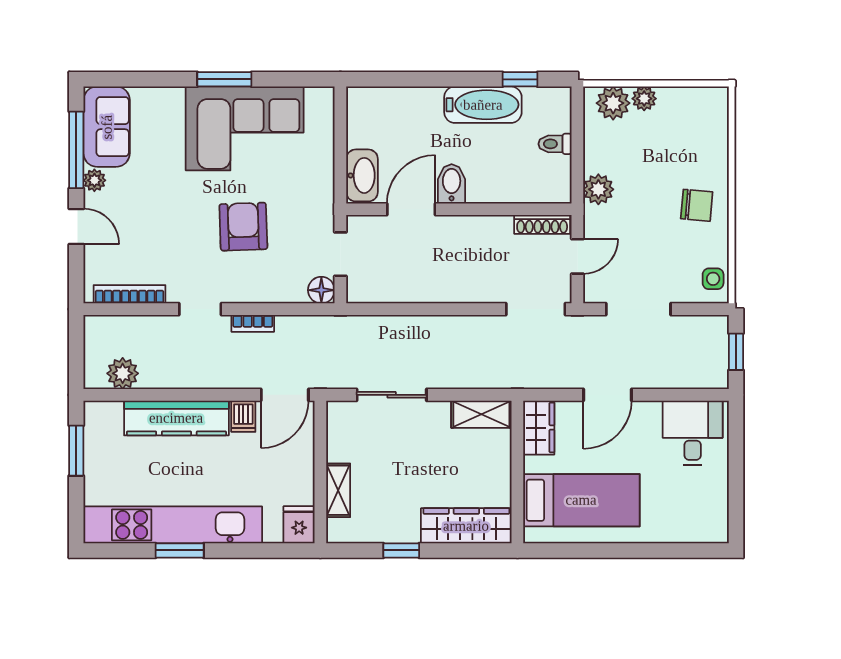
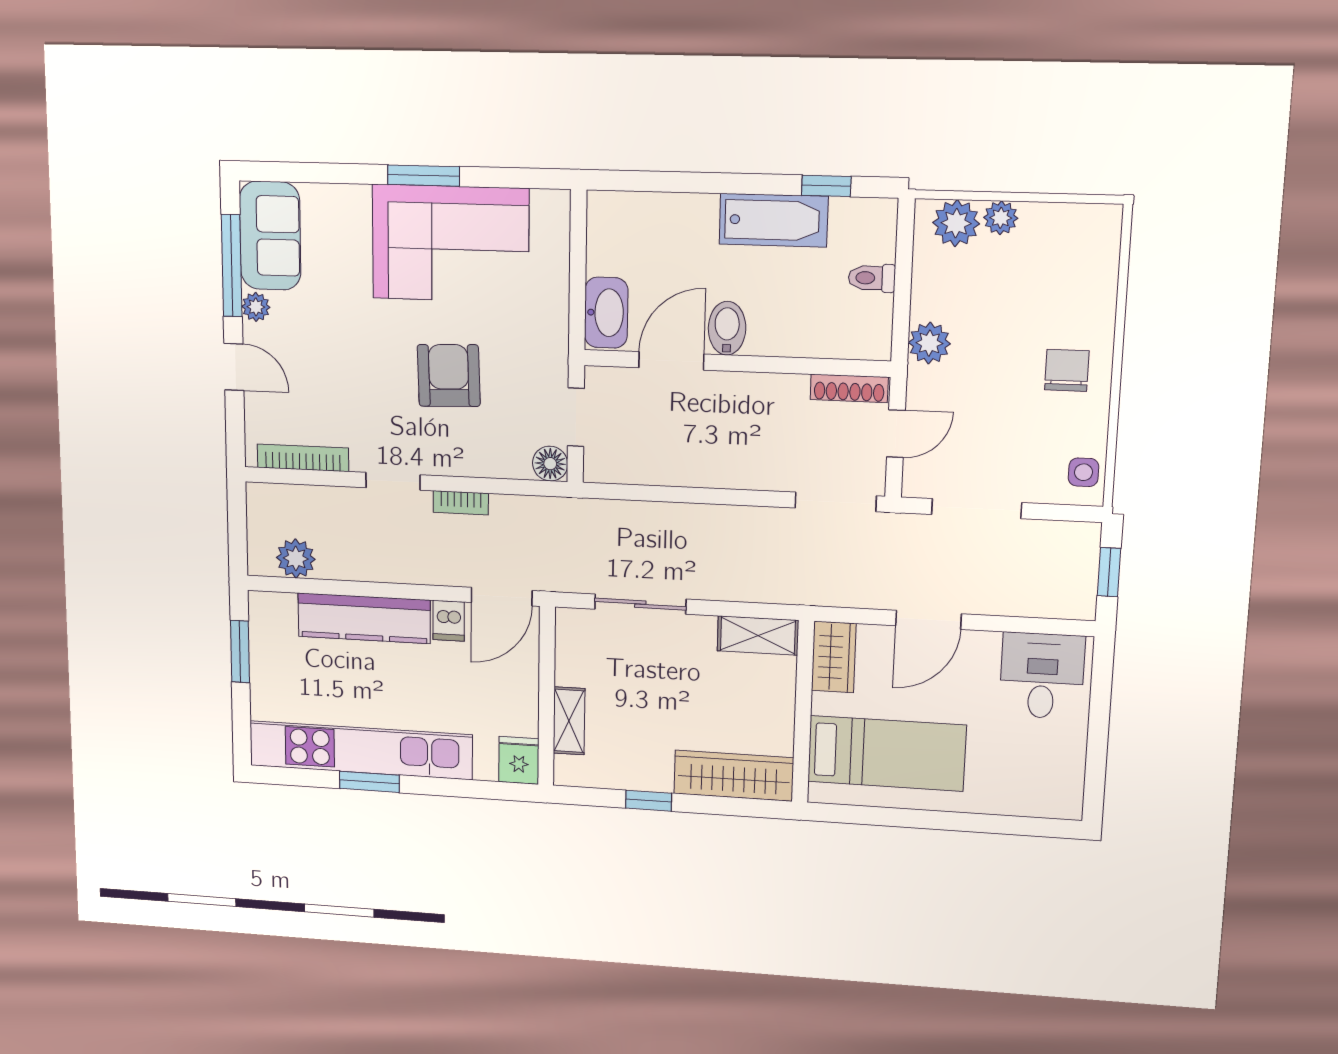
chair: (697, 205) -> (1067, 370), turned -95

